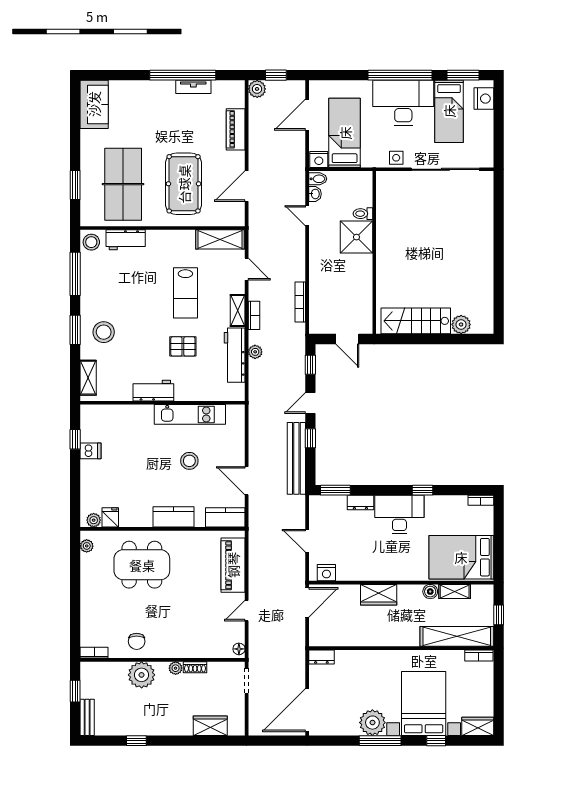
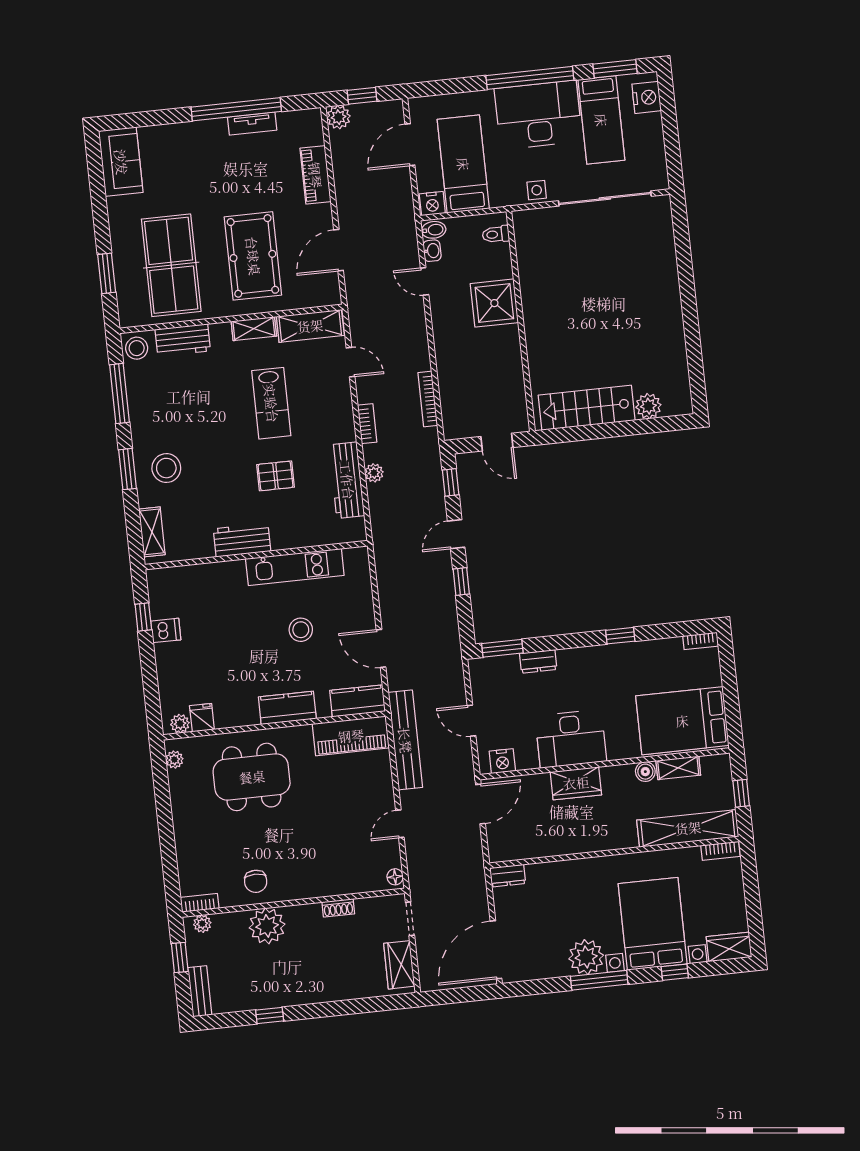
toilet: (363, 214) -> (496, 234), moved
shelving: (238, 311) -> (254, 329), moved, turned 90
bench: (296, 458) -> (405, 740), moved
desk: (399, 515) -> (571, 739), moved, turned 180
piano: (233, 565) -> (351, 736), moved, turned -90
plant: (176, 668) -> (202, 924), moved
wardrobe: (210, 726) -> (399, 965), moved, turned -90

